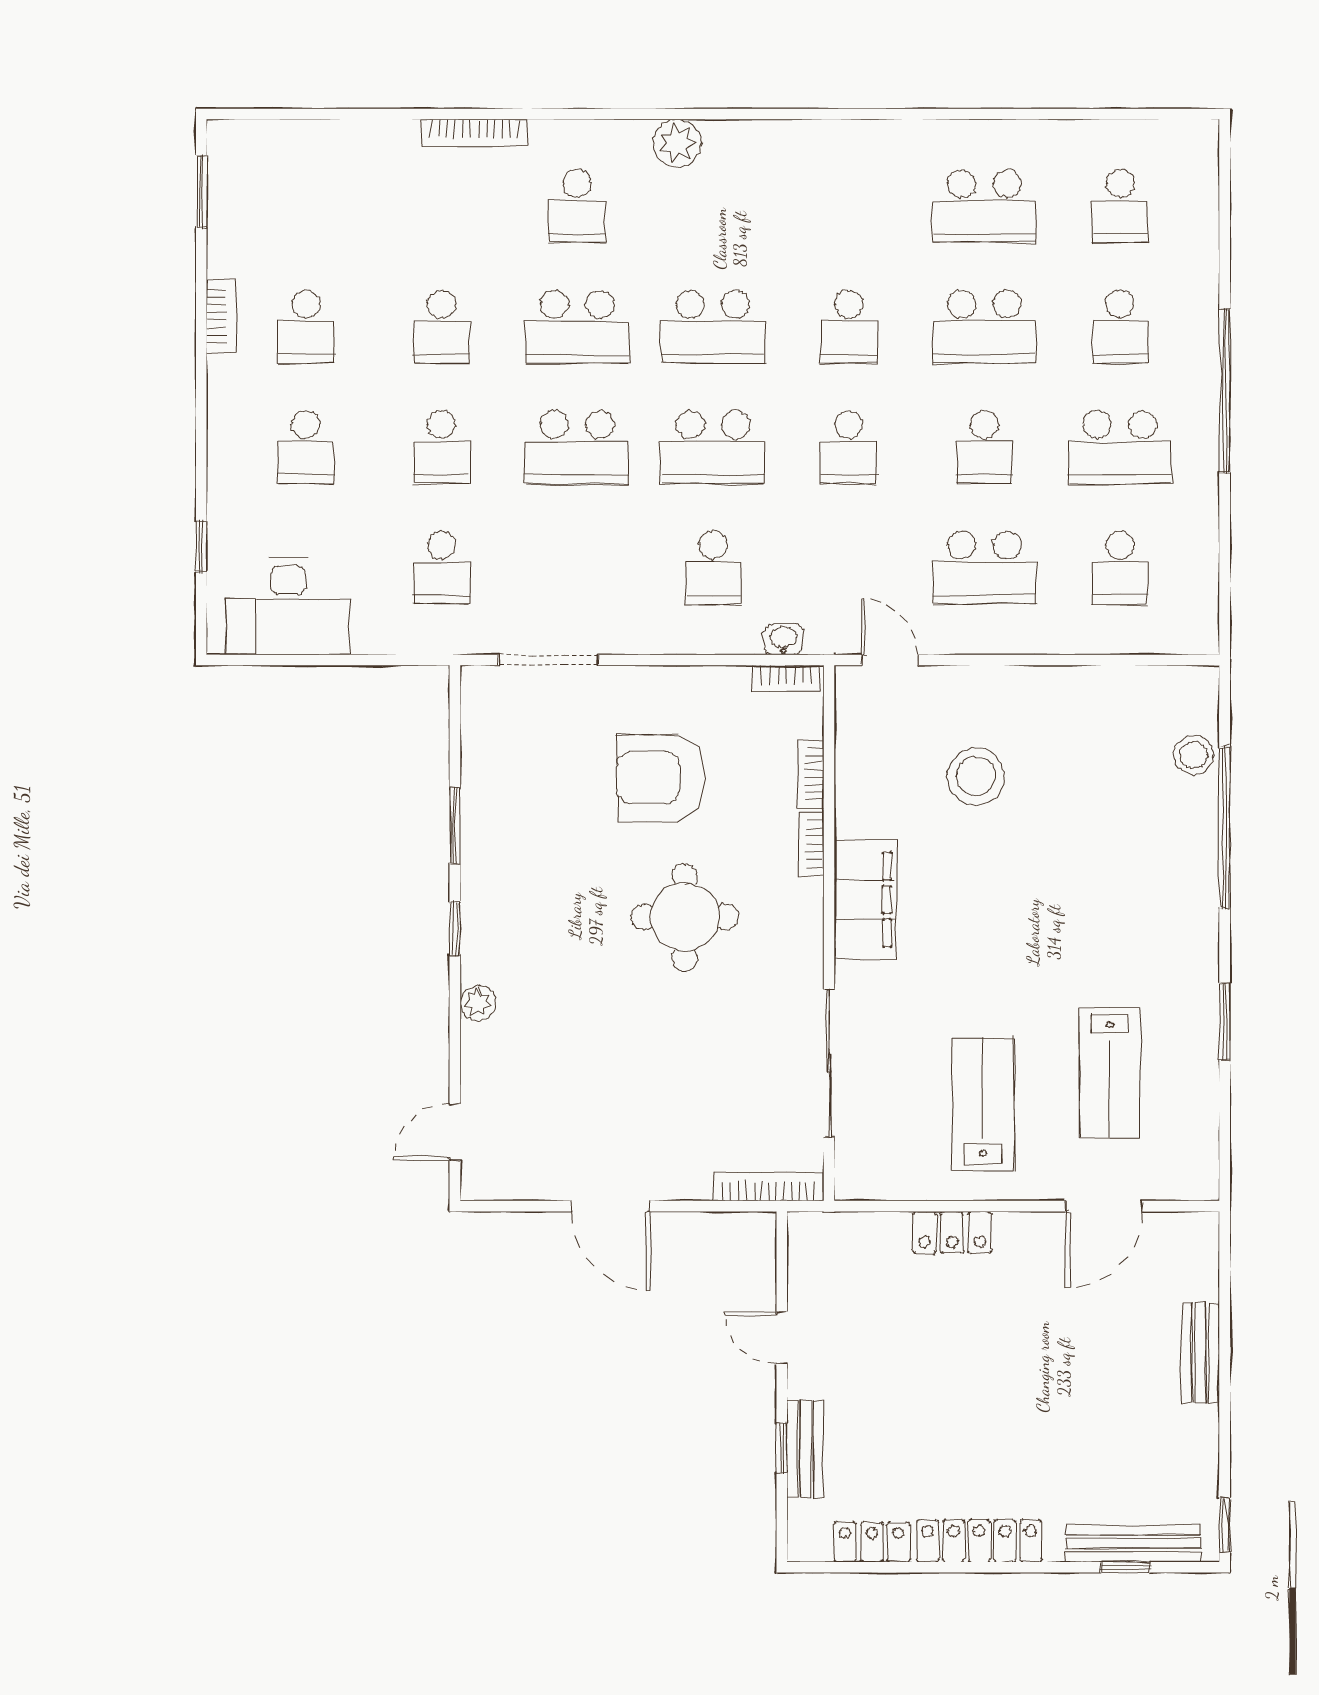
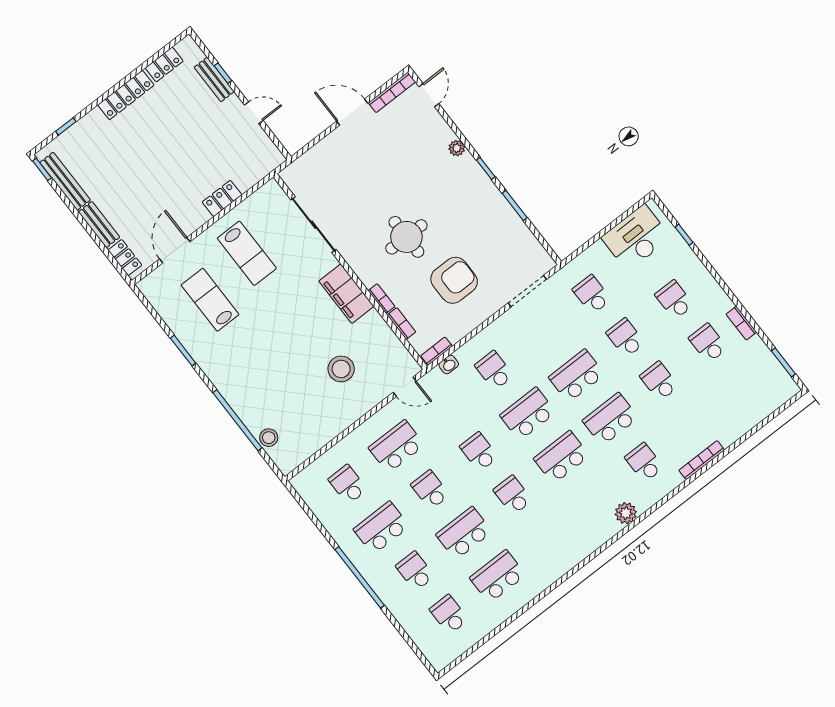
bookcase: (769, 1187) -> (392, 92), moved
locker: (1200, 1261) -> (125, 258), added
bench: (1133, 1543) -> (65, 181), moved, turned 90

